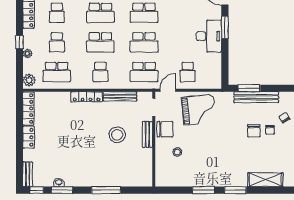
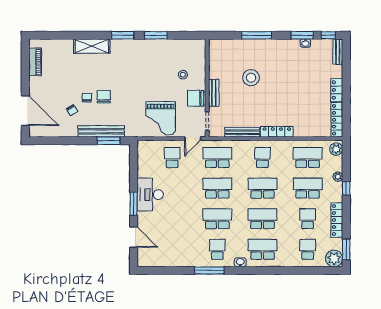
school desk: (57, 42) -> (308, 188), width x1.85
grand piano: (199, 110) -> (161, 118), turned -84
stool: (117, 135) -> (251, 78), moved

